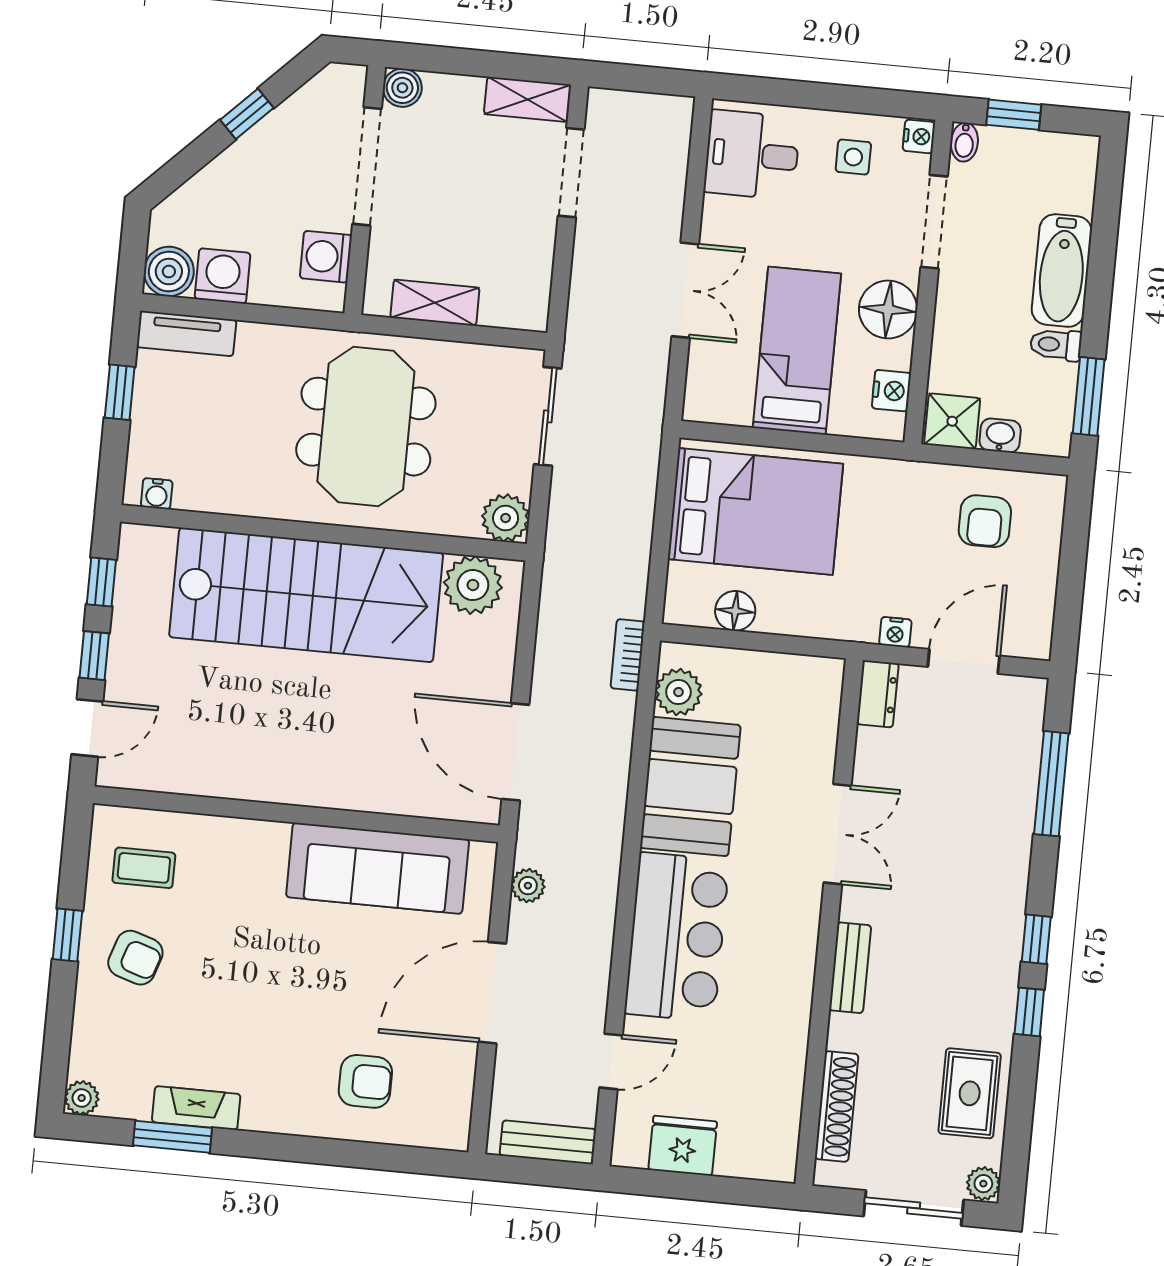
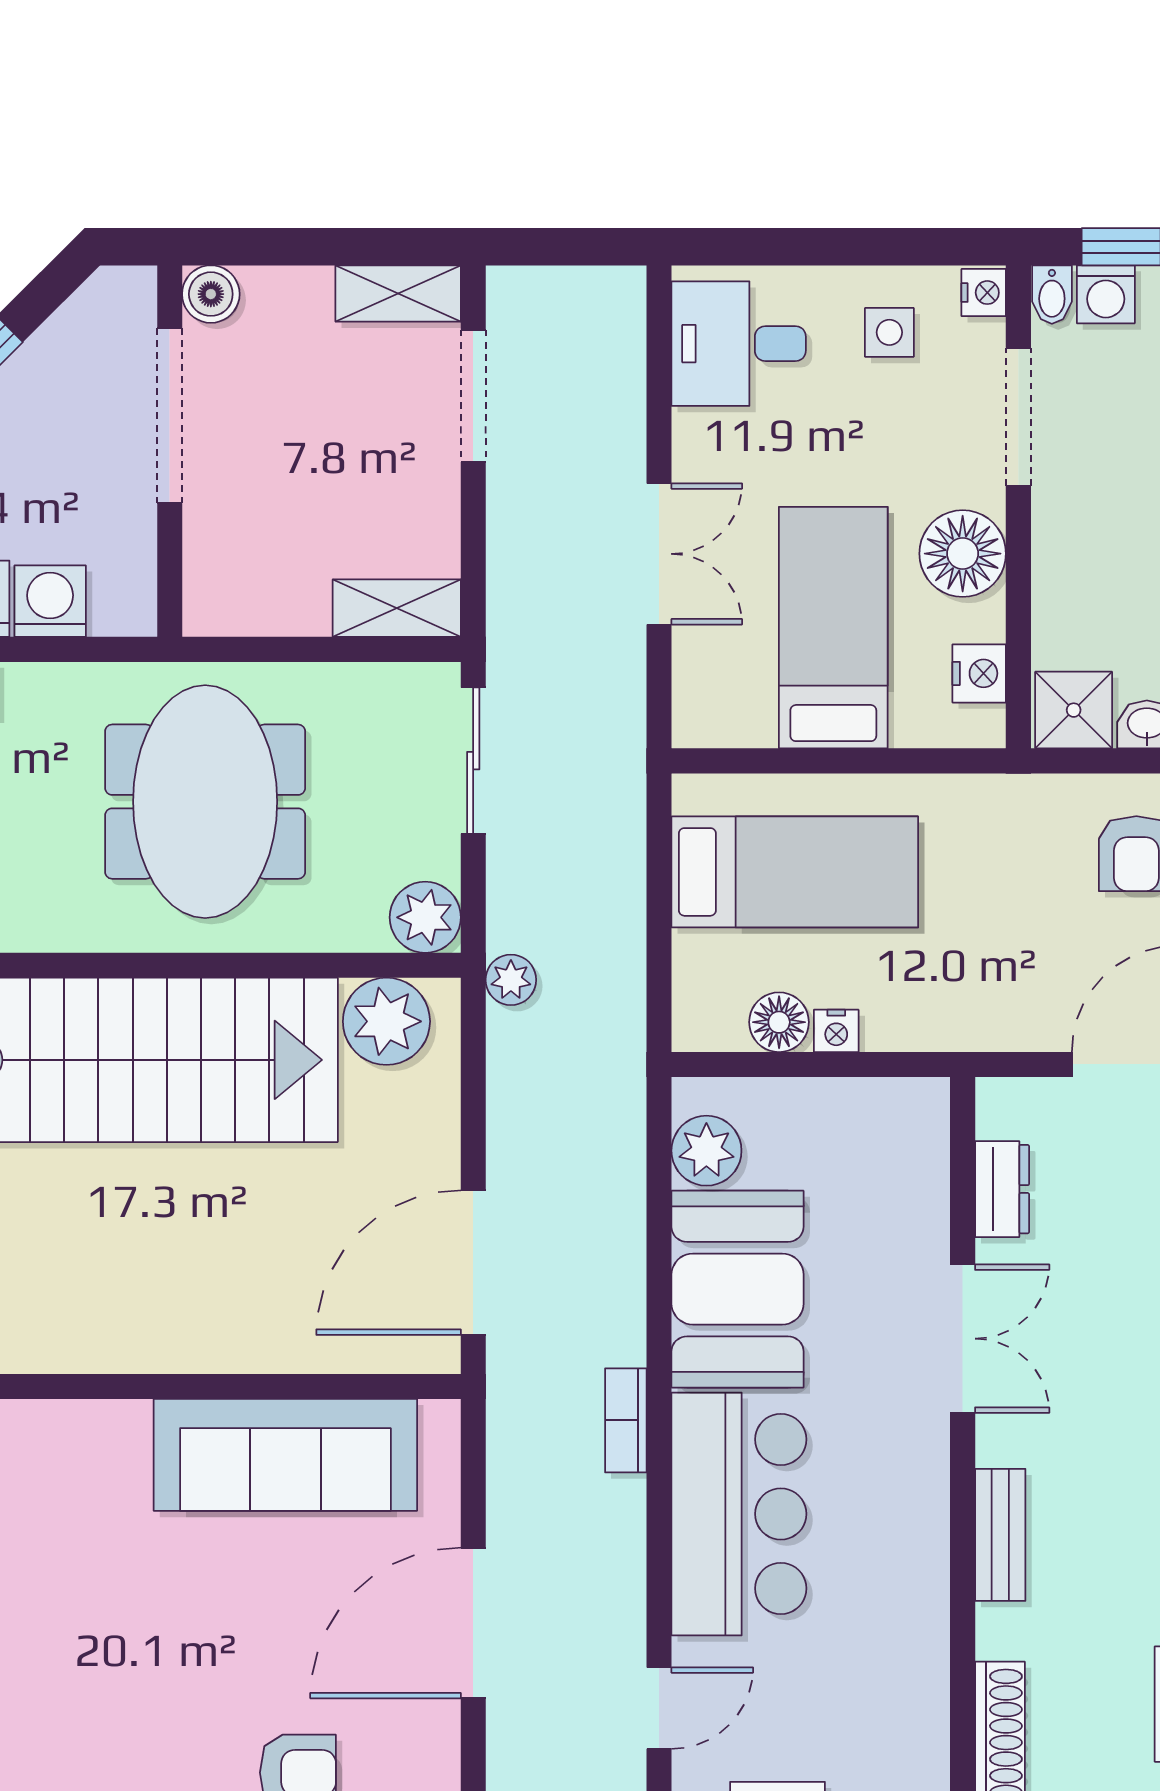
washing machine: (1000, 145) -> (1106, 294), added
washing machine: (326, 257) -> (50, 601), moved, turned 90
shelving: (435, 303) -> (397, 608), moved
bed: (755, 511) -> (795, 872), width x0.67
nightstand: (895, 632) -> (836, 1031), moved
bookcase: (628, 655) -> (626, 1420), moved
dresser: (878, 694) -> (1002, 1189), moved
door: (515, 752) -> (473, 1263), hinge flipped
plant: (528, 886) -> (511, 980), moved

